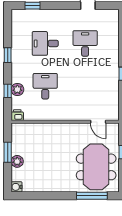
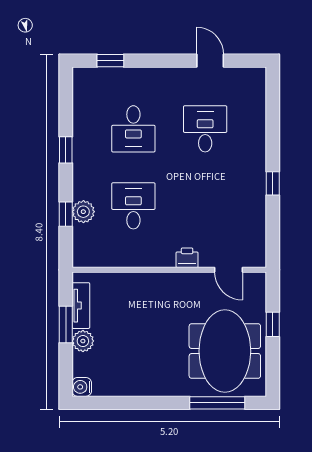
desk: (45, 43) -> (133, 129), turned -90
printer: (17, 115) -> (187, 258), moved
tv unit: (16, 142) -> (81, 306), added

